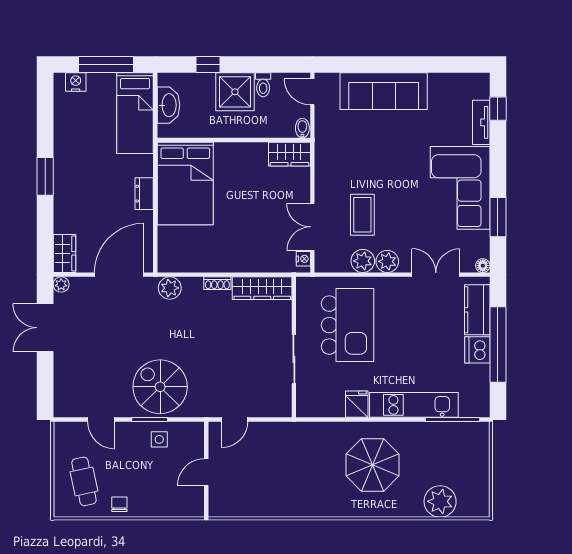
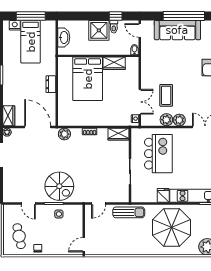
window: (208, 65) -> (116, 16), moved
window: (396, 65) -> (184, 16), added
bed: (135, 113) -> (31, 42), moved
wardrobe: (289, 154) -> (114, 63), moved
bed: (185, 183) -> (88, 79), moved
double door: (312, 227) -> (140, 102), swing flipped
door: (119, 275) -> (38, 127), hinge flipped
wardrobe: (262, 288) -> (118, 134), width x0.67
spiral stairs: (160, 387) -> (59, 186), turned 180
sun lounger: (292, 436) -> (129, 212), added
parasol: (372, 465) -> (172, 227), width x1.36, depth x1.36
door: (206, 472) -> (84, 245), moved

